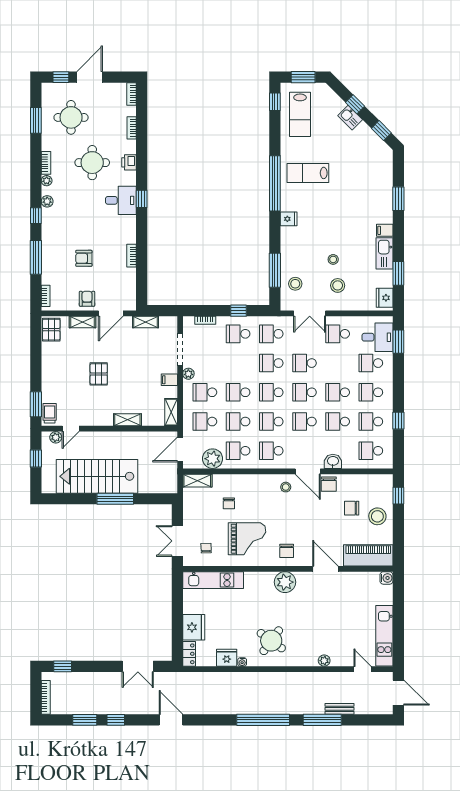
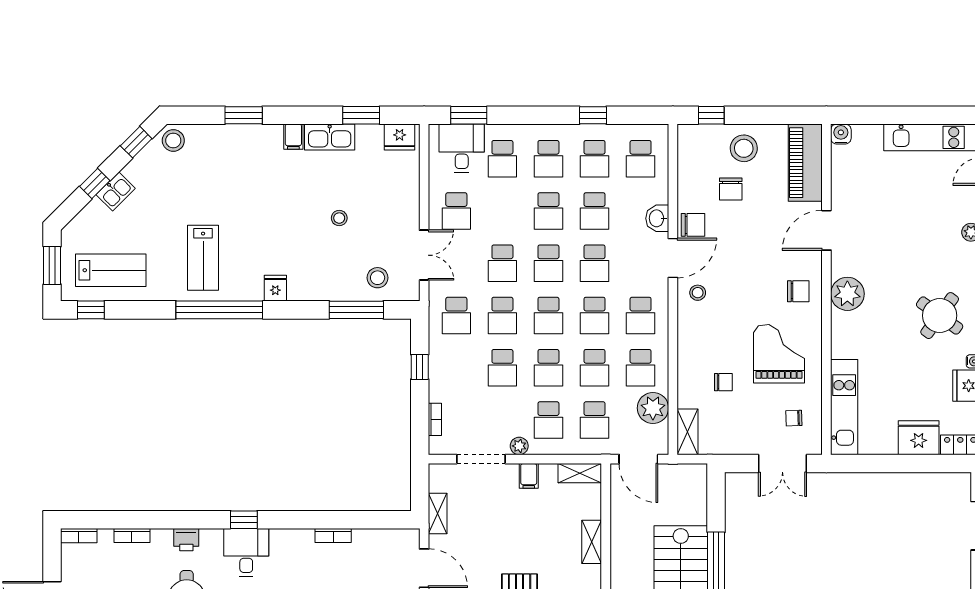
stool: (338, 285) -> (173, 140), moved
school desk: (238, 334) -> (502, 368), moved

